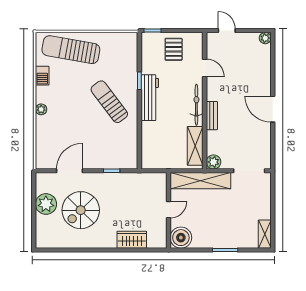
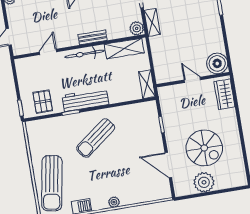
pallet: (174, 49) -> (43, 102), moved, turned 90
shelving: (155, 163) -> (147, 84), added
shelving: (200, 181) -> (152, 22), width x0.45, depth x0.75
door: (169, 210) -> (192, 80), moved
wall: (169, 210) -> (193, 80), moved
boiler: (181, 238) -> (217, 63), moved

